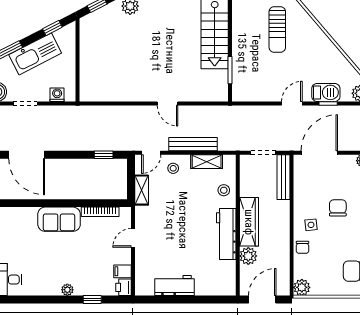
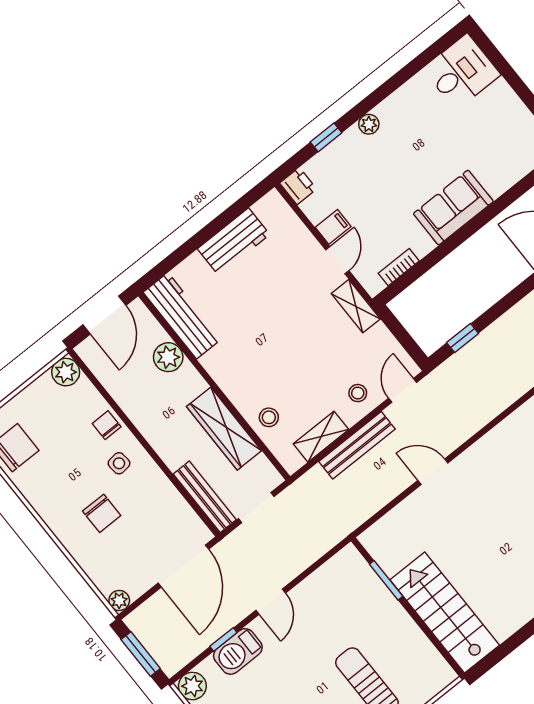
shelving: (142, 190) -> (356, 306), moved
bookcase: (100, 212) -> (399, 267), width x0.64
wardrobe: (249, 222) -> (224, 429), moved
workbench: (226, 234) -> (182, 316), moved
filing cabinet: (122, 271) -> (333, 227), moved

